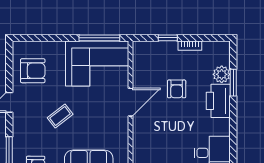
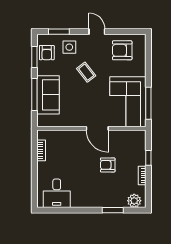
armchair: (33, 71) -> (122, 50), turned 90
plant: (222, 74) -> (134, 201), moved
printer: (218, 101) -> (98, 198), removed
side table: (29, 137) -> (69, 47), added

